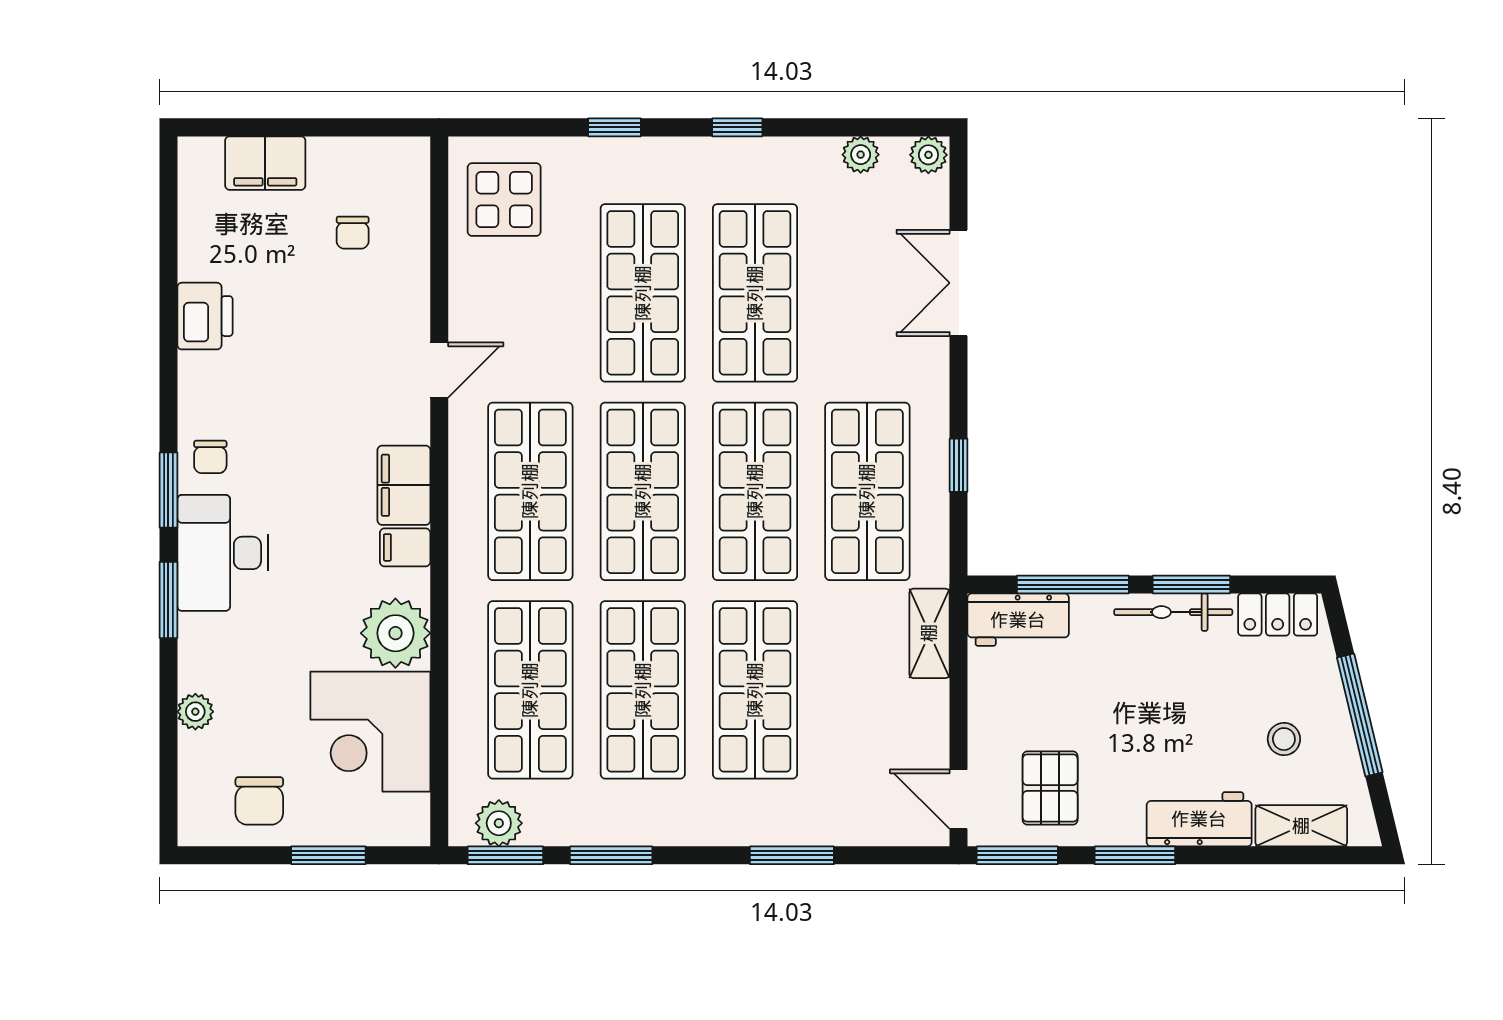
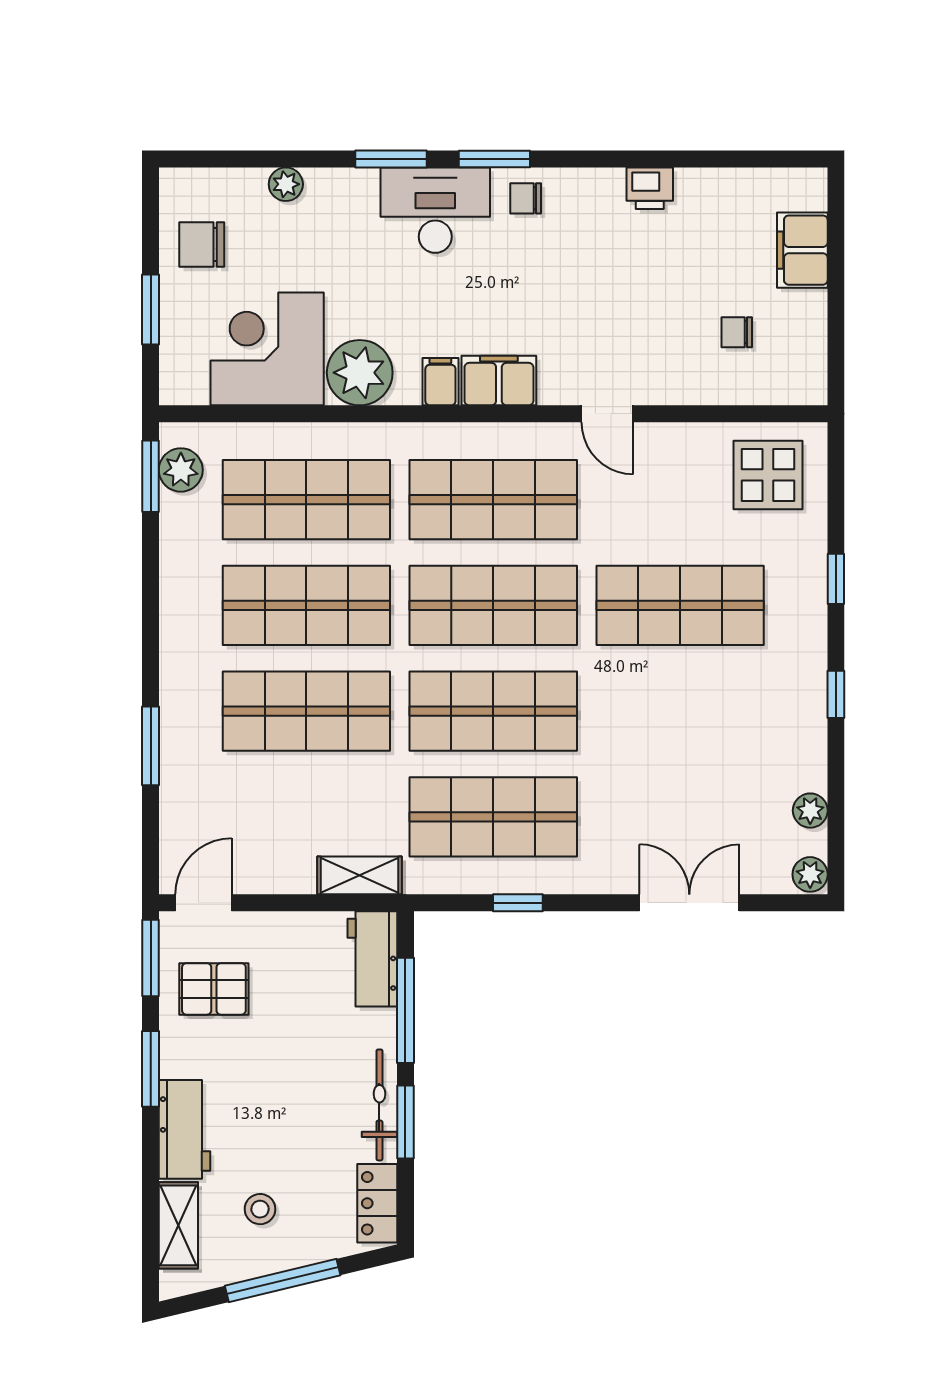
shop shelf: (755, 293) -> (680, 711), removed
printer: (205, 316) -> (650, 188), width x0.73, depth x0.81
window: (611, 855) -> (151, 576), removed

